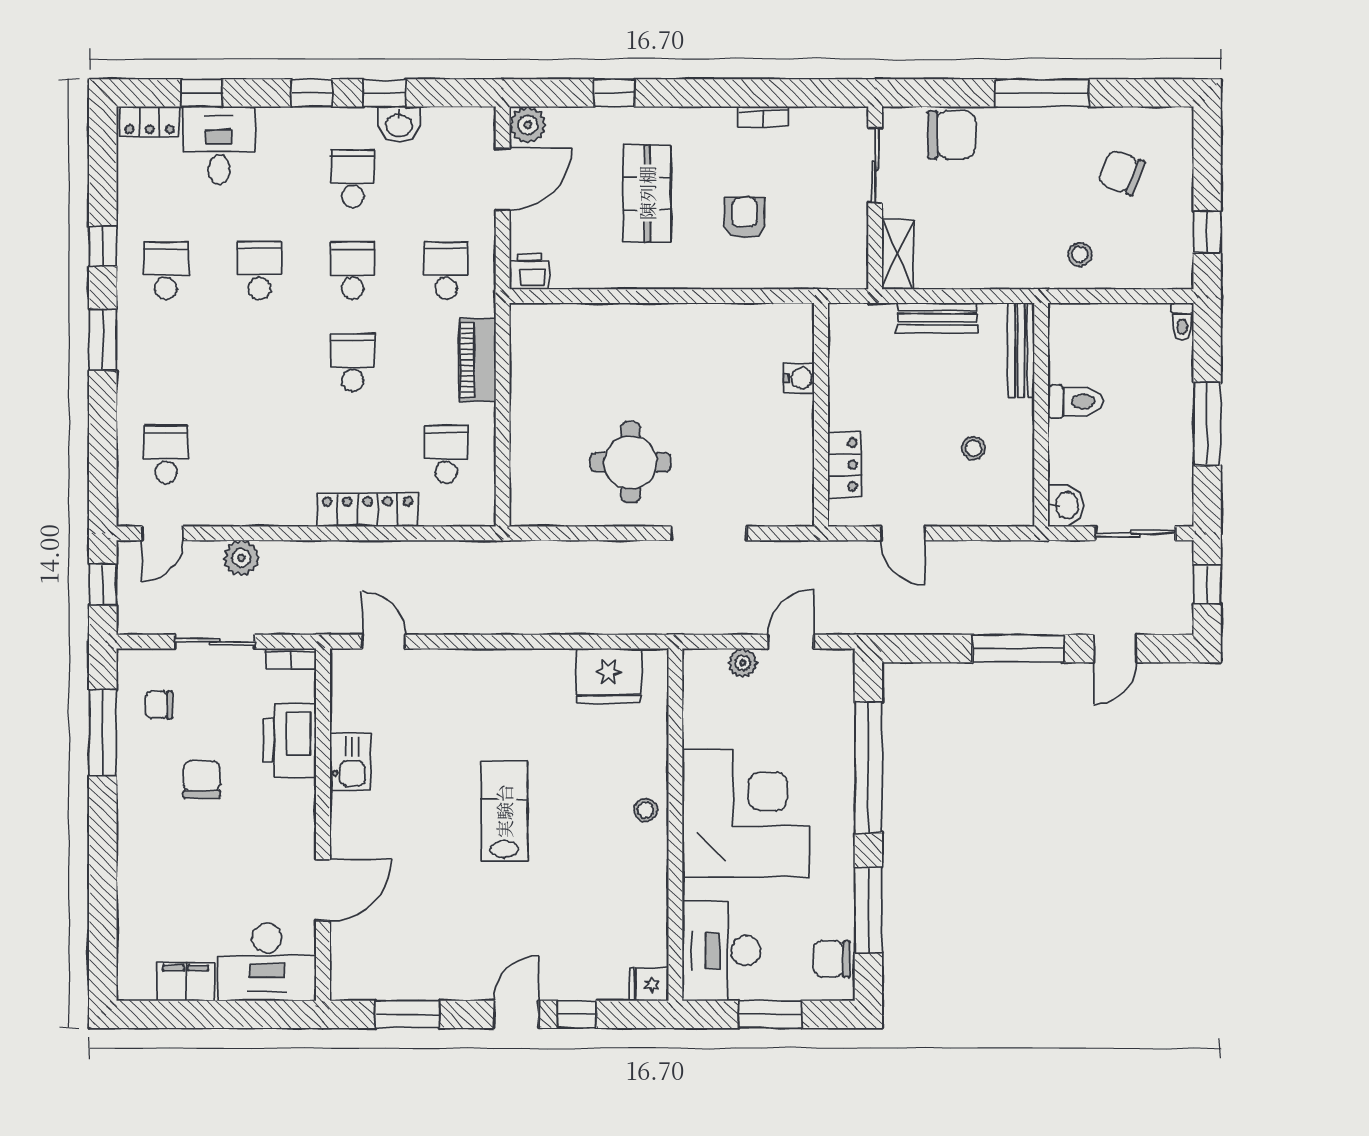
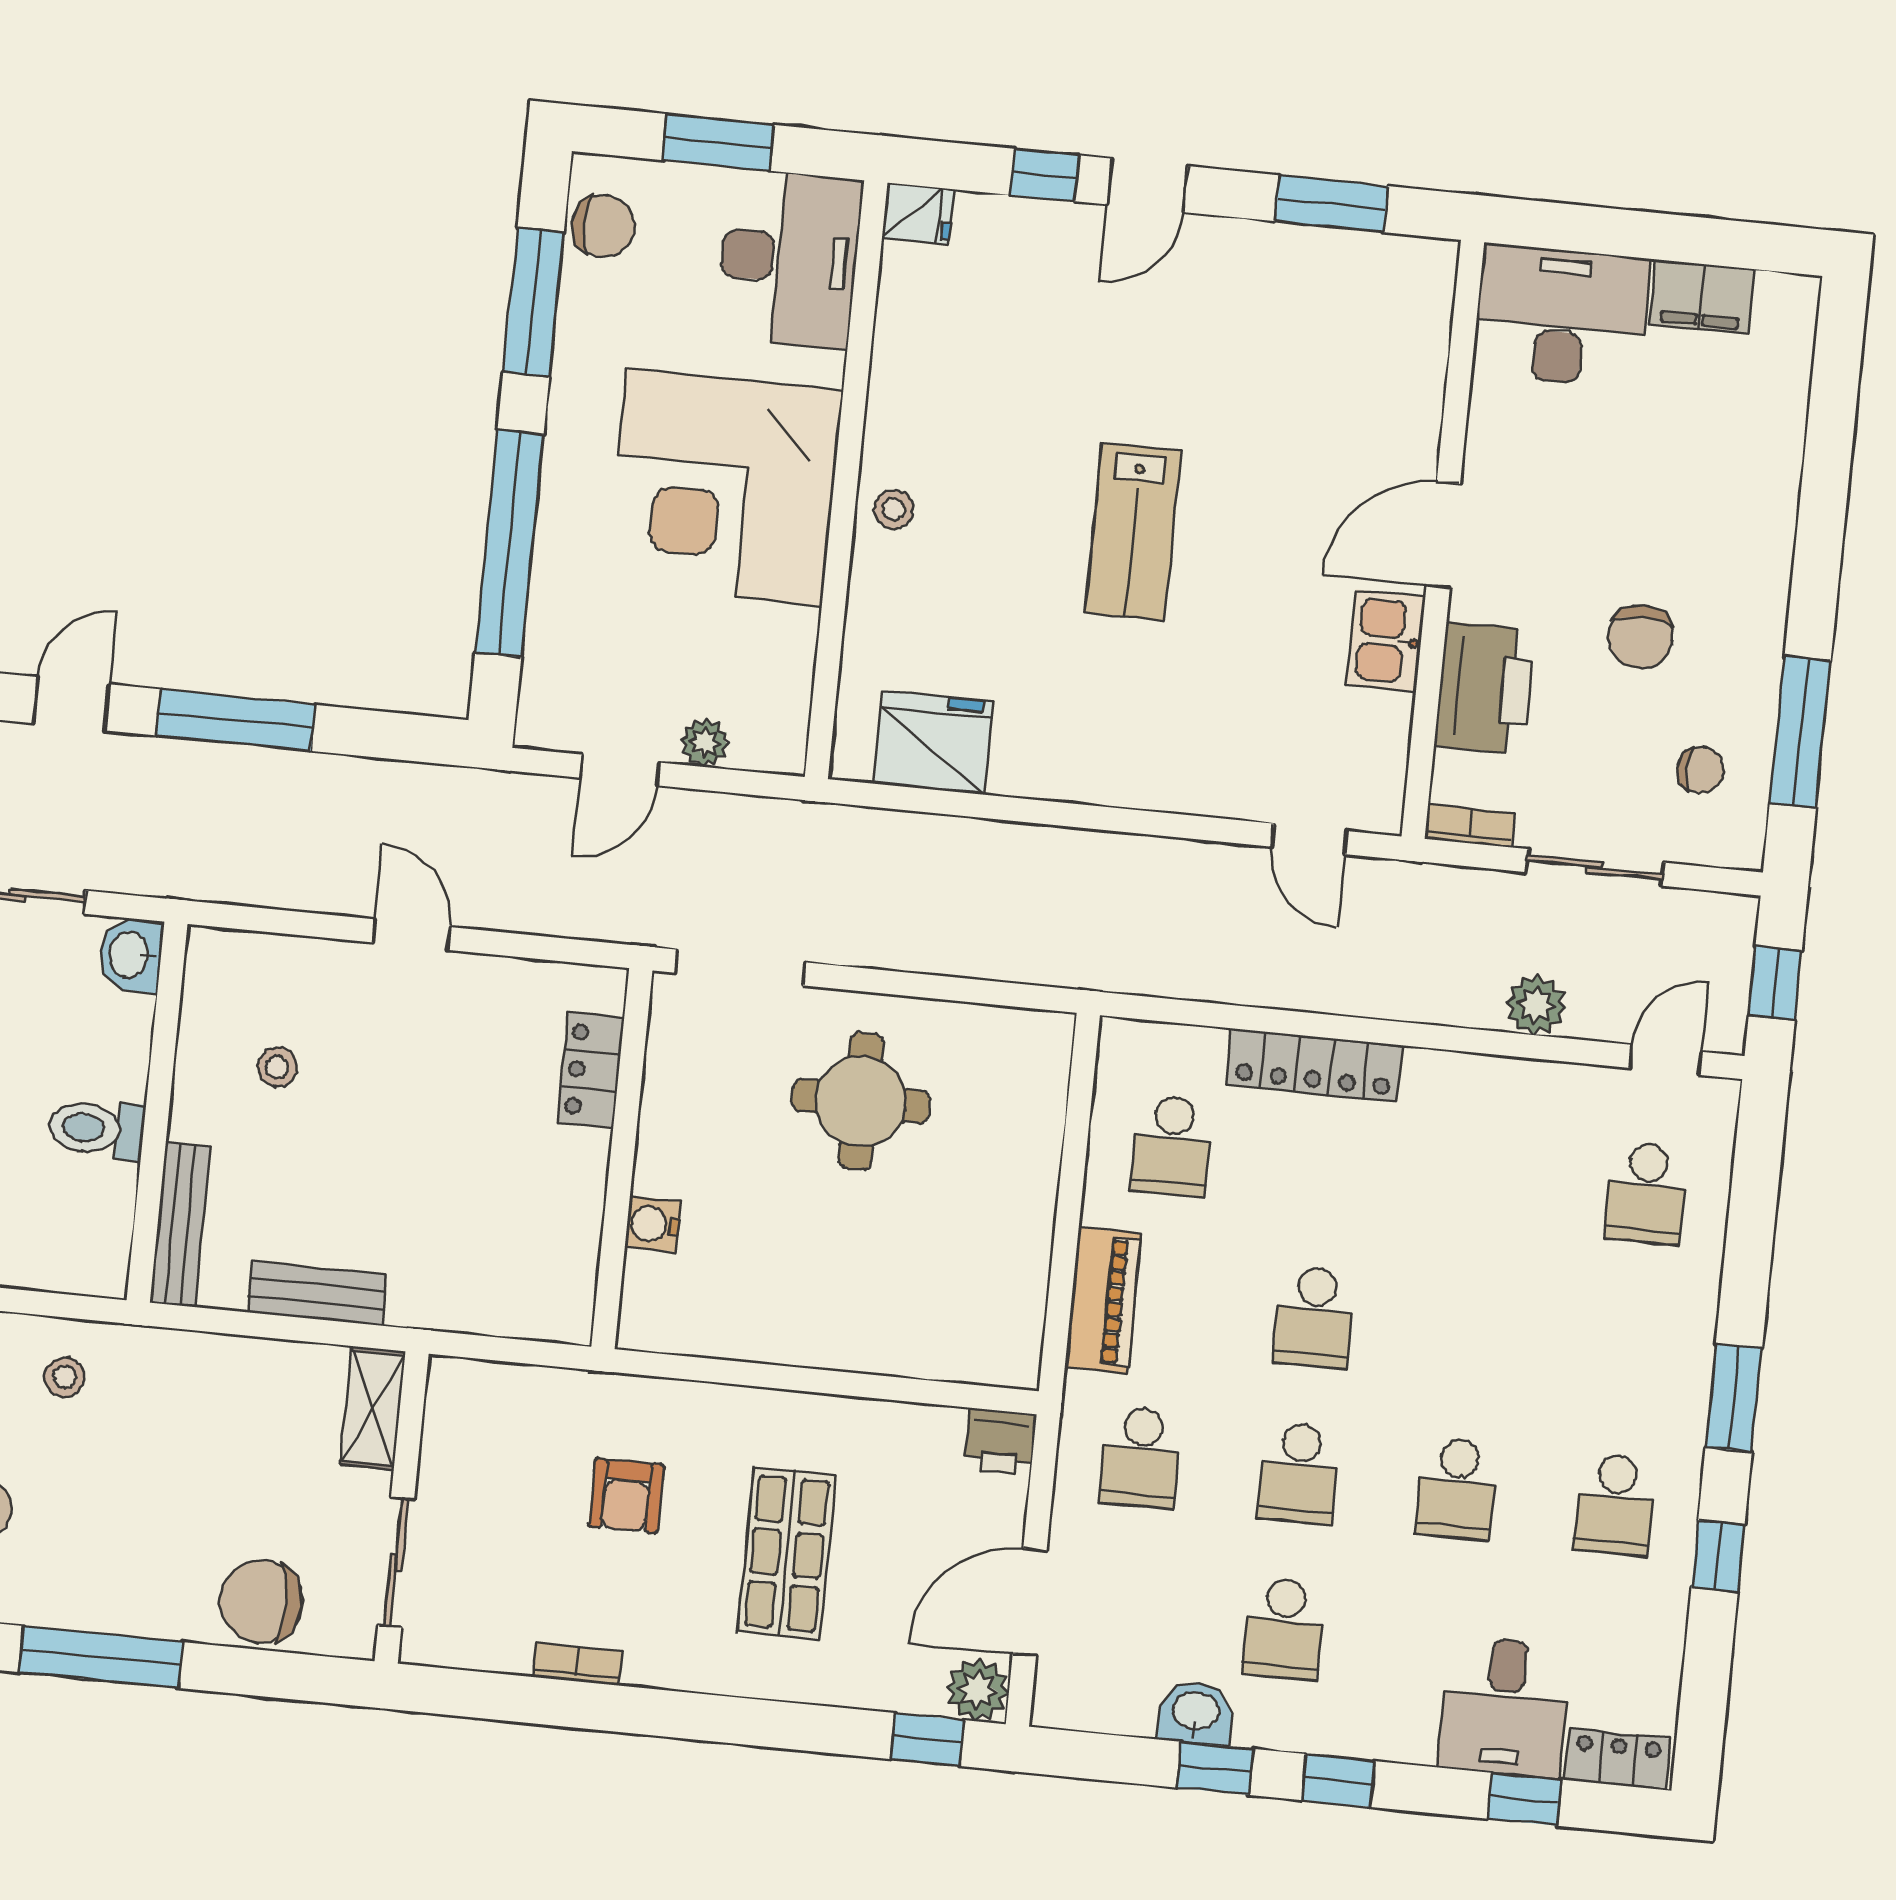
window: (614, 93) -> (928, 1740), moved
water cooler: (799, 378) -> (653, 1224), moved
wall: (821, 415) -> (622, 1159), moved
locker: (844, 465) -> (591, 1070), moved
door: (323, 890) -> (1443, 535), moved

